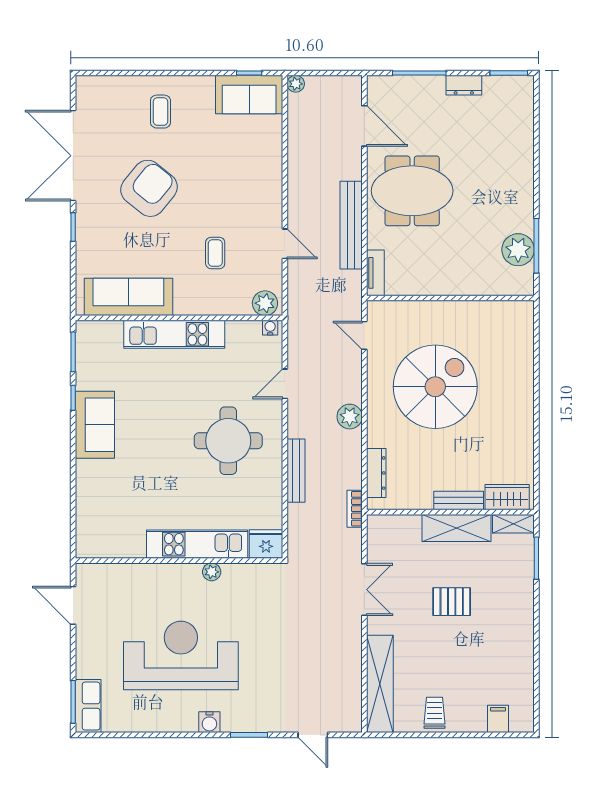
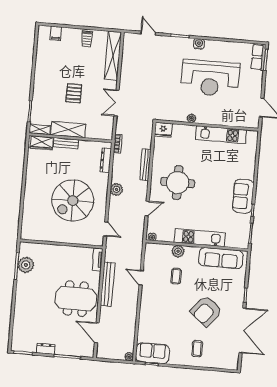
plant: (265, 303) -> (178, 251), moved
kitchen unit: (197, 544) -> (221, 135), moved
pallet: (452, 602) -> (74, 93), turned 90

